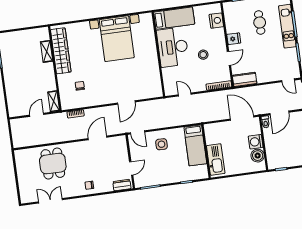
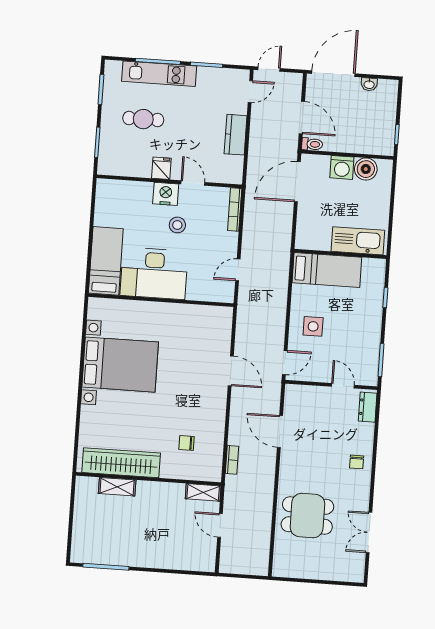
nightstand: (216, 21) -> (166, 194), moved
kitchen counter: (245, 79) -> (236, 135), moved

